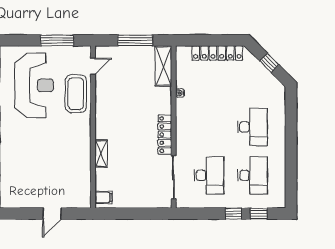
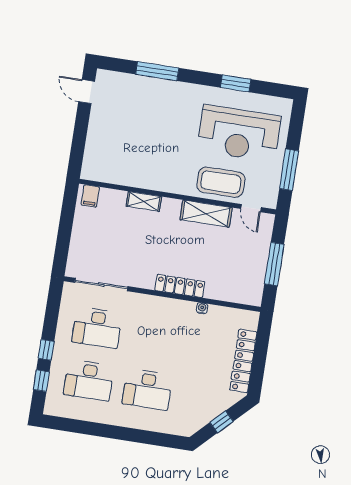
shelving: (163, 66) -> (206, 214), moved
locker: (165, 135) -> (180, 286), moved
door: (52, 214) -> (87, 92), moved

